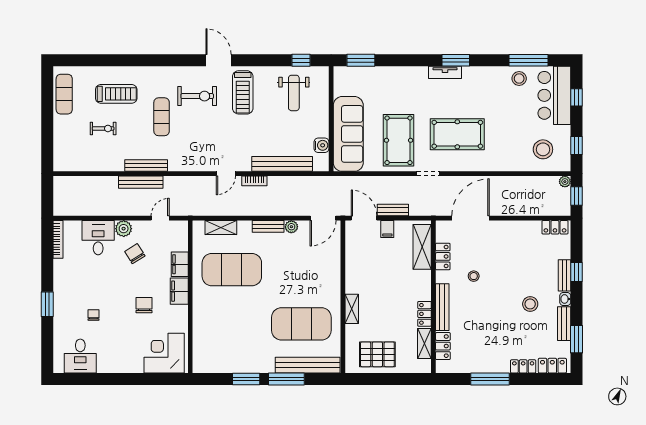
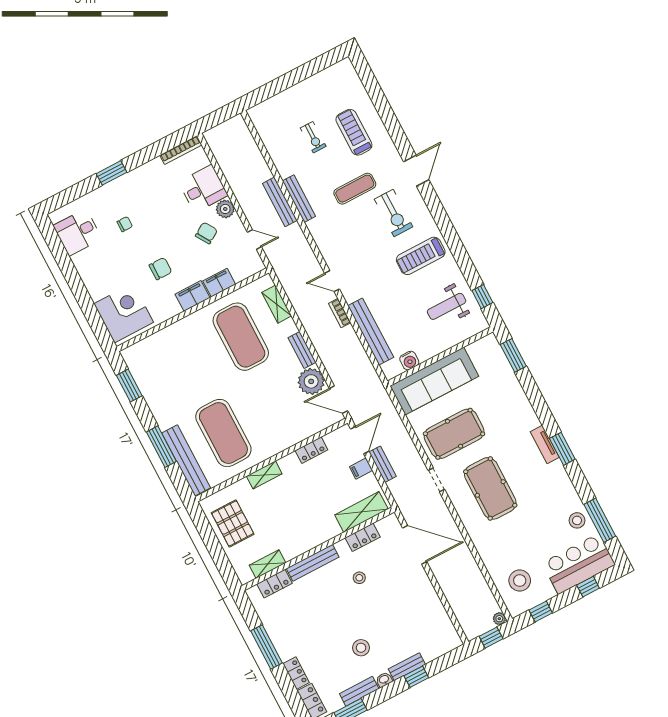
door: (218, 60) -> (416, 171), moved
exercise mat: (64, 94) -> (327, 81), removed
treadmill: (116, 94) -> (354, 132), turned 180
plant: (291, 227) -> (311, 381), width x1.88, depth x1.88
locker: (555, 227) -> (449, 633), removed
locker: (424, 314) -> (311, 450), moved, turned 180
window: (246, 379) -> (129, 386), moved

